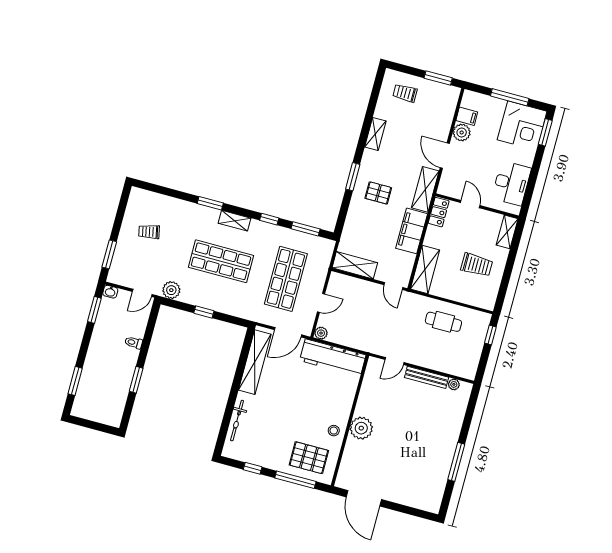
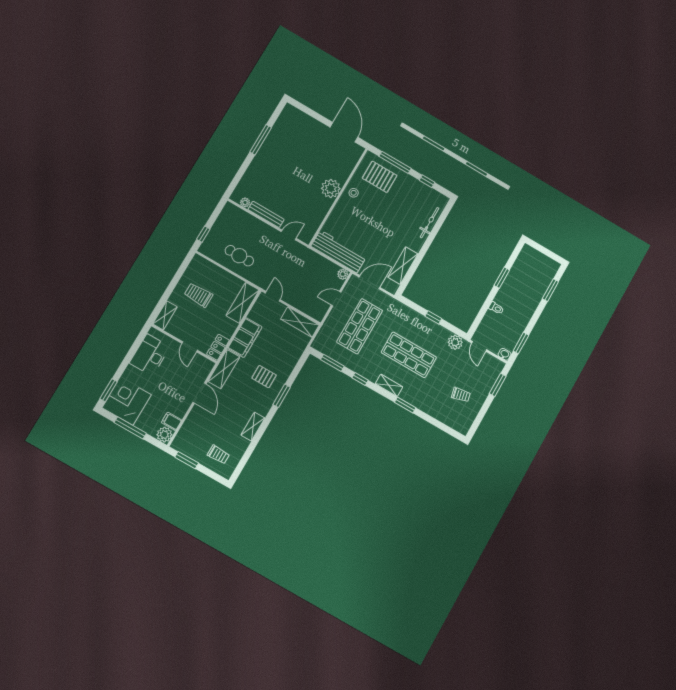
plant: (462, 132) -> (164, 435), moved
door: (142, 293) -> (479, 346), swing flipped
shelving: (255, 362) -> (403, 266), width x0.68

